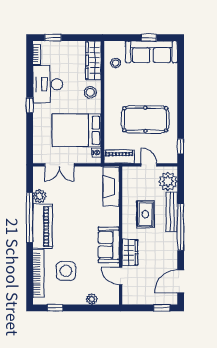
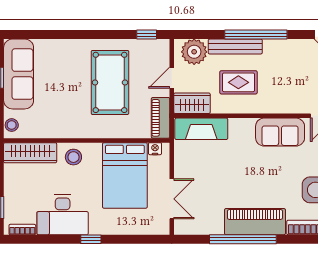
stool: (116, 63) -> (12, 125), moved
plant: (40, 196) -> (214, 226), removed
wardrobe: (130, 253) -> (192, 103), moved

